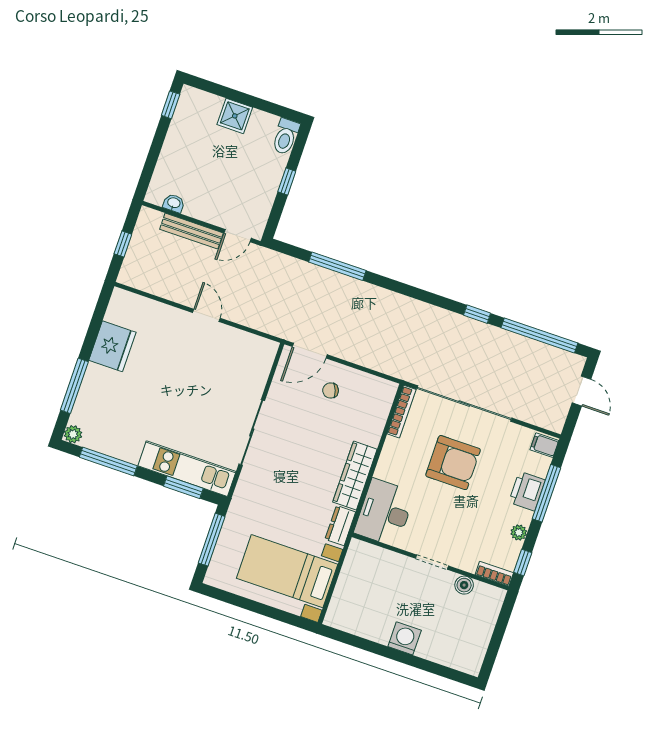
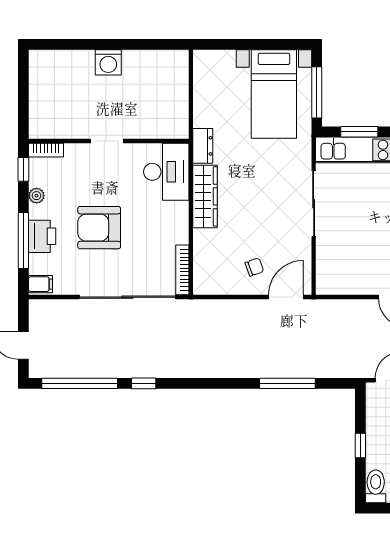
armchair: (453, 463) -> (99, 228), moved
bed with nightstands: (287, 571) -> (274, 94), moved, turned 90
boiler: (464, 585) -> (70, 130), removed

